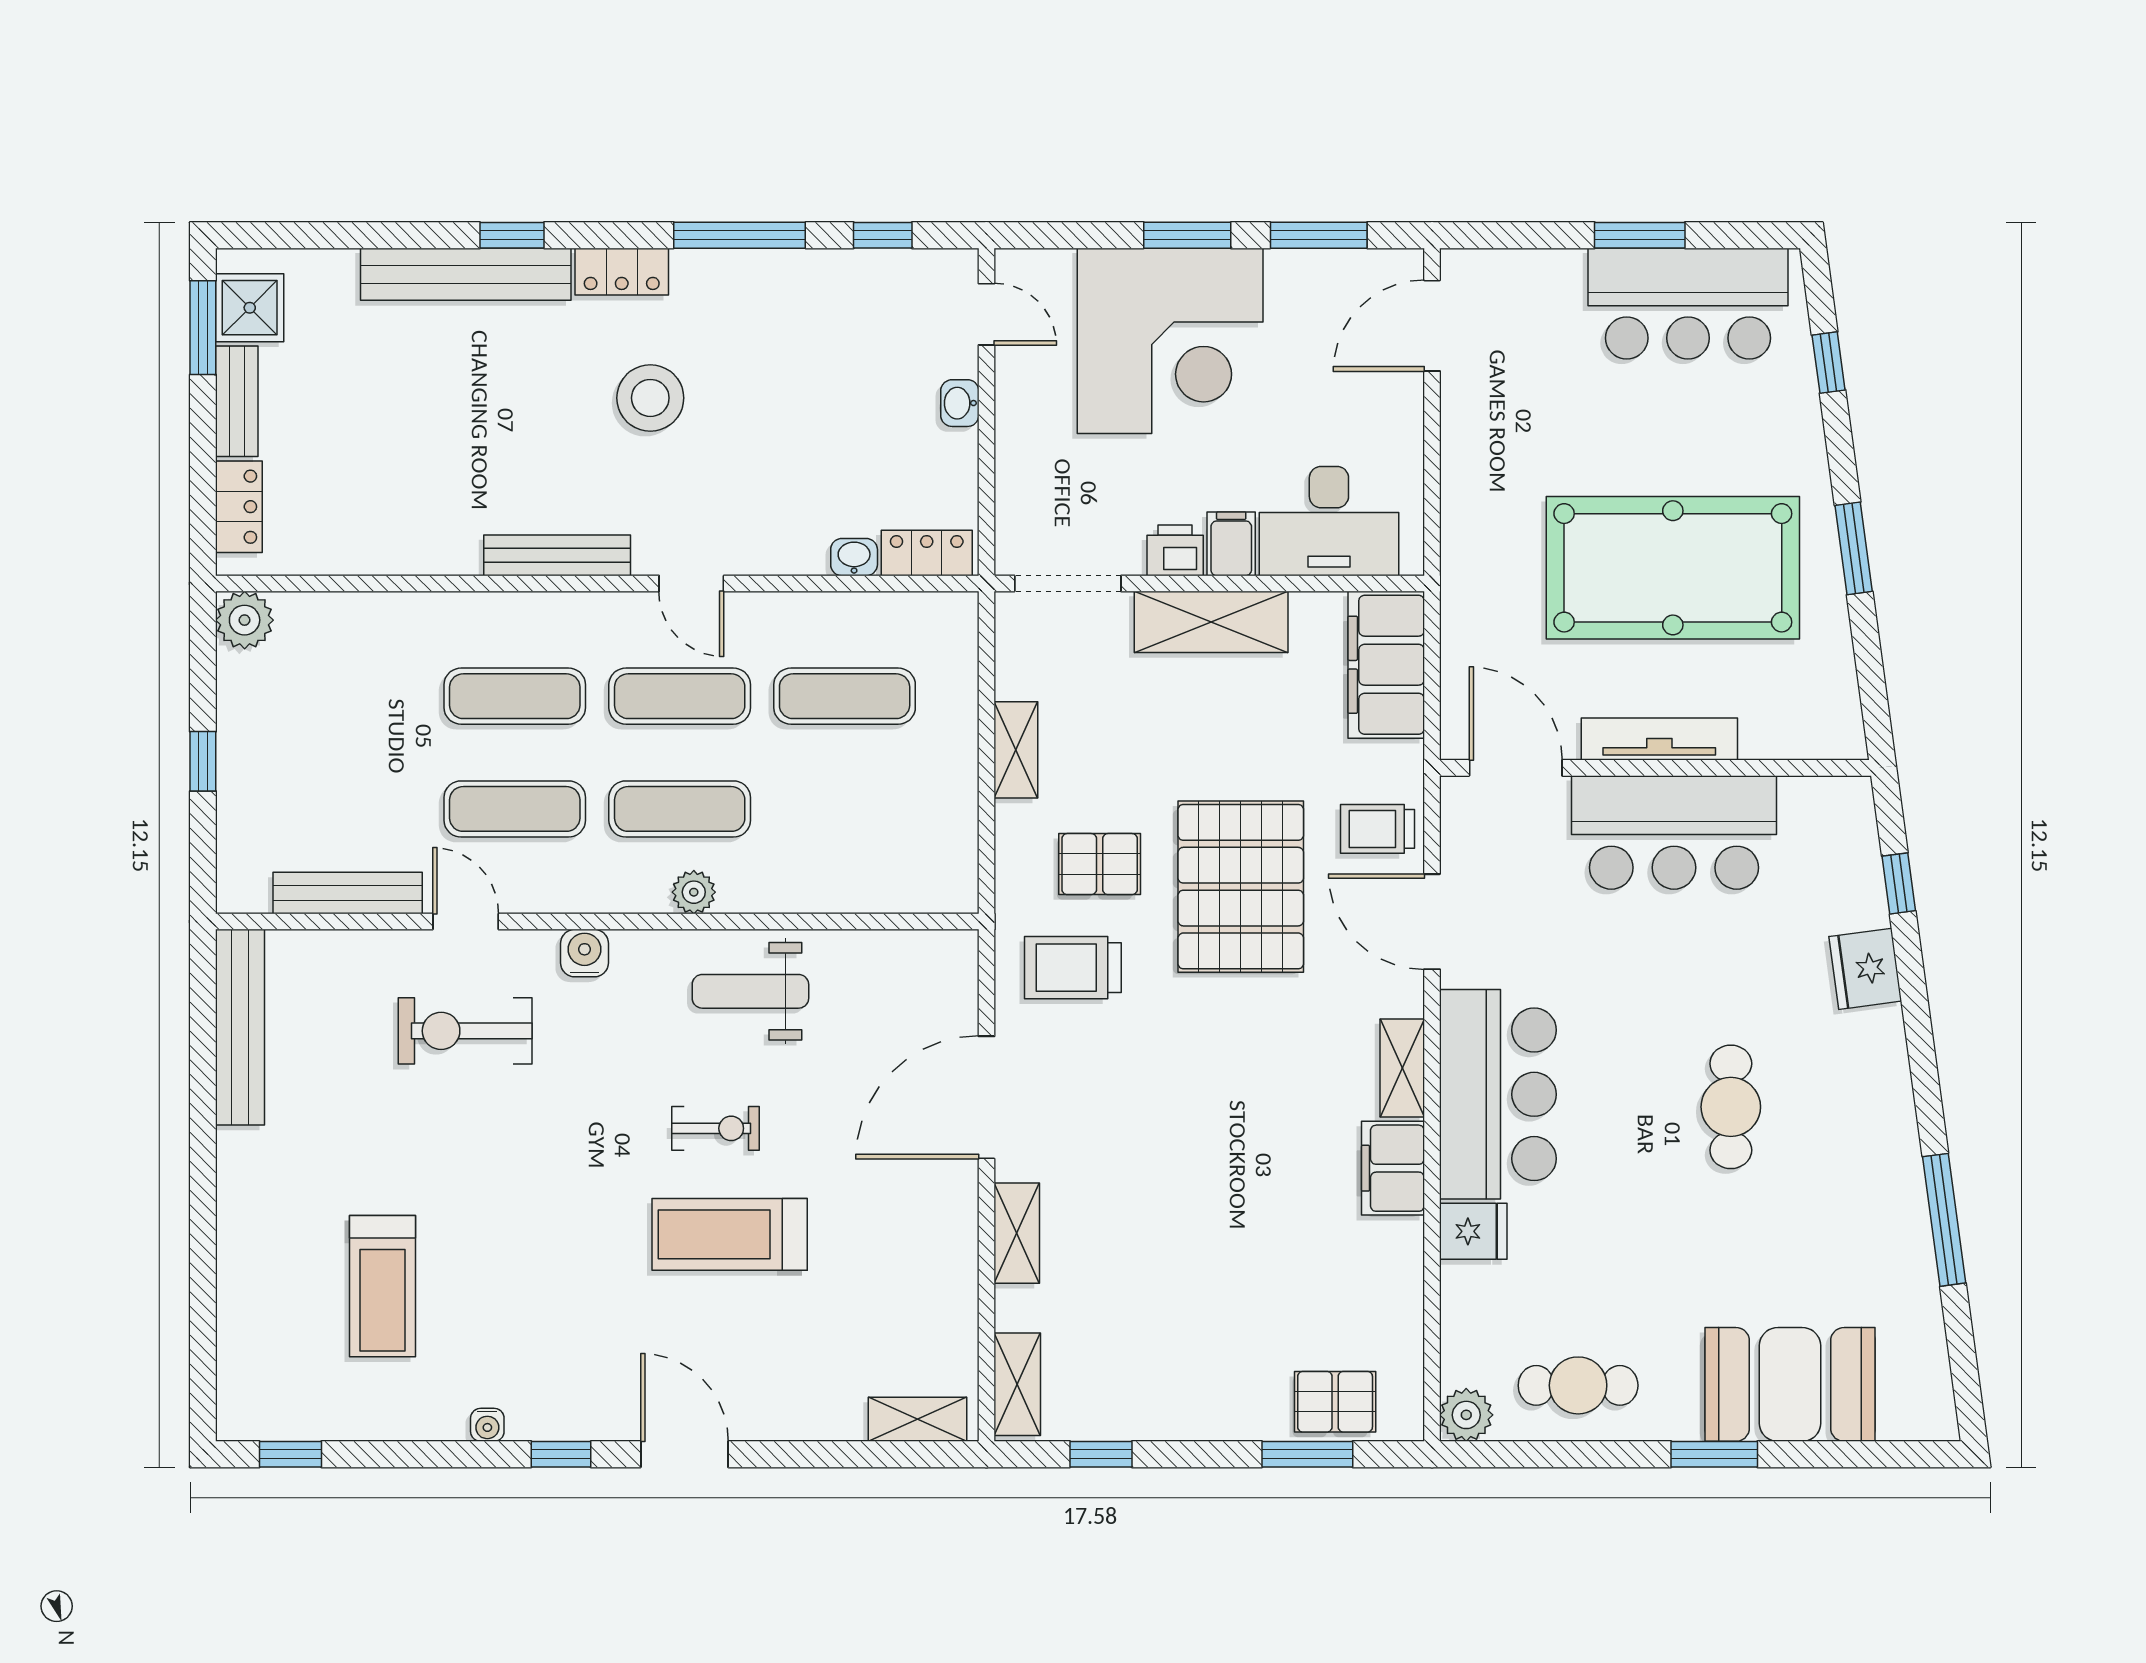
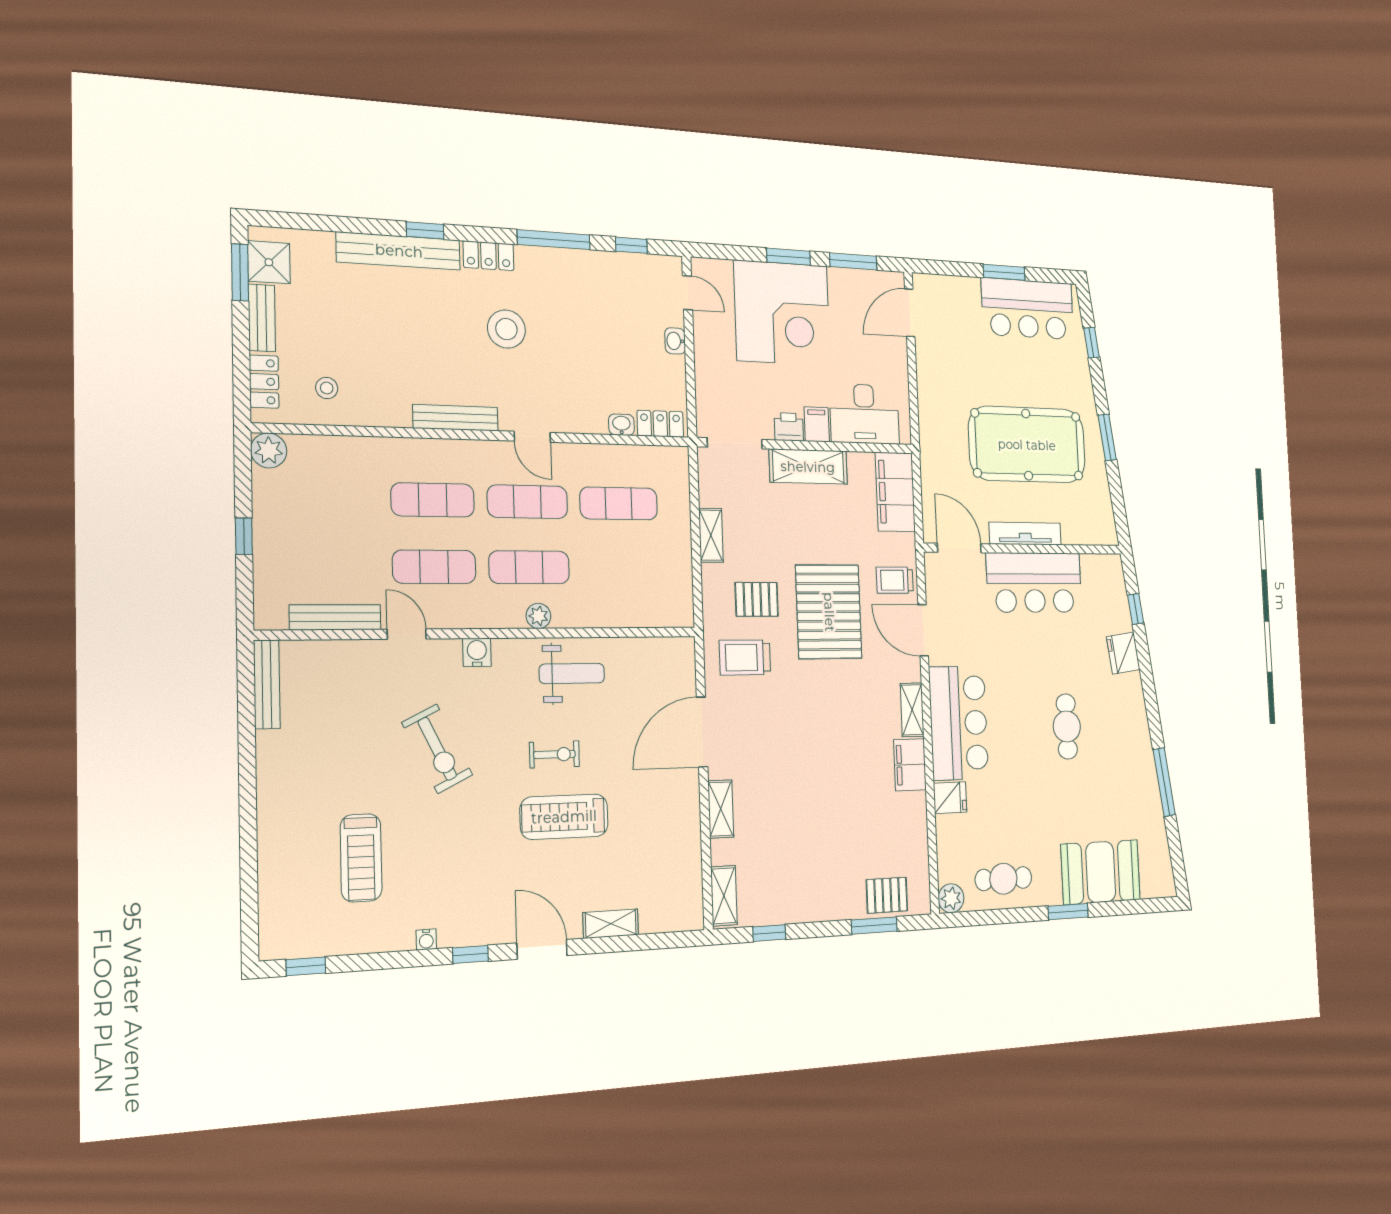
stool: (341, 513) -> (327, 388), added
weight bench: (750, 991) -> (572, 674), turned 180
bench: (240, 1027) -> (267, 684), width x0.73, depth x0.82
exercise bike: (465, 1031) -> (437, 749), moved, turned -116
shelving: (918, 1419) -> (611, 924), moved

